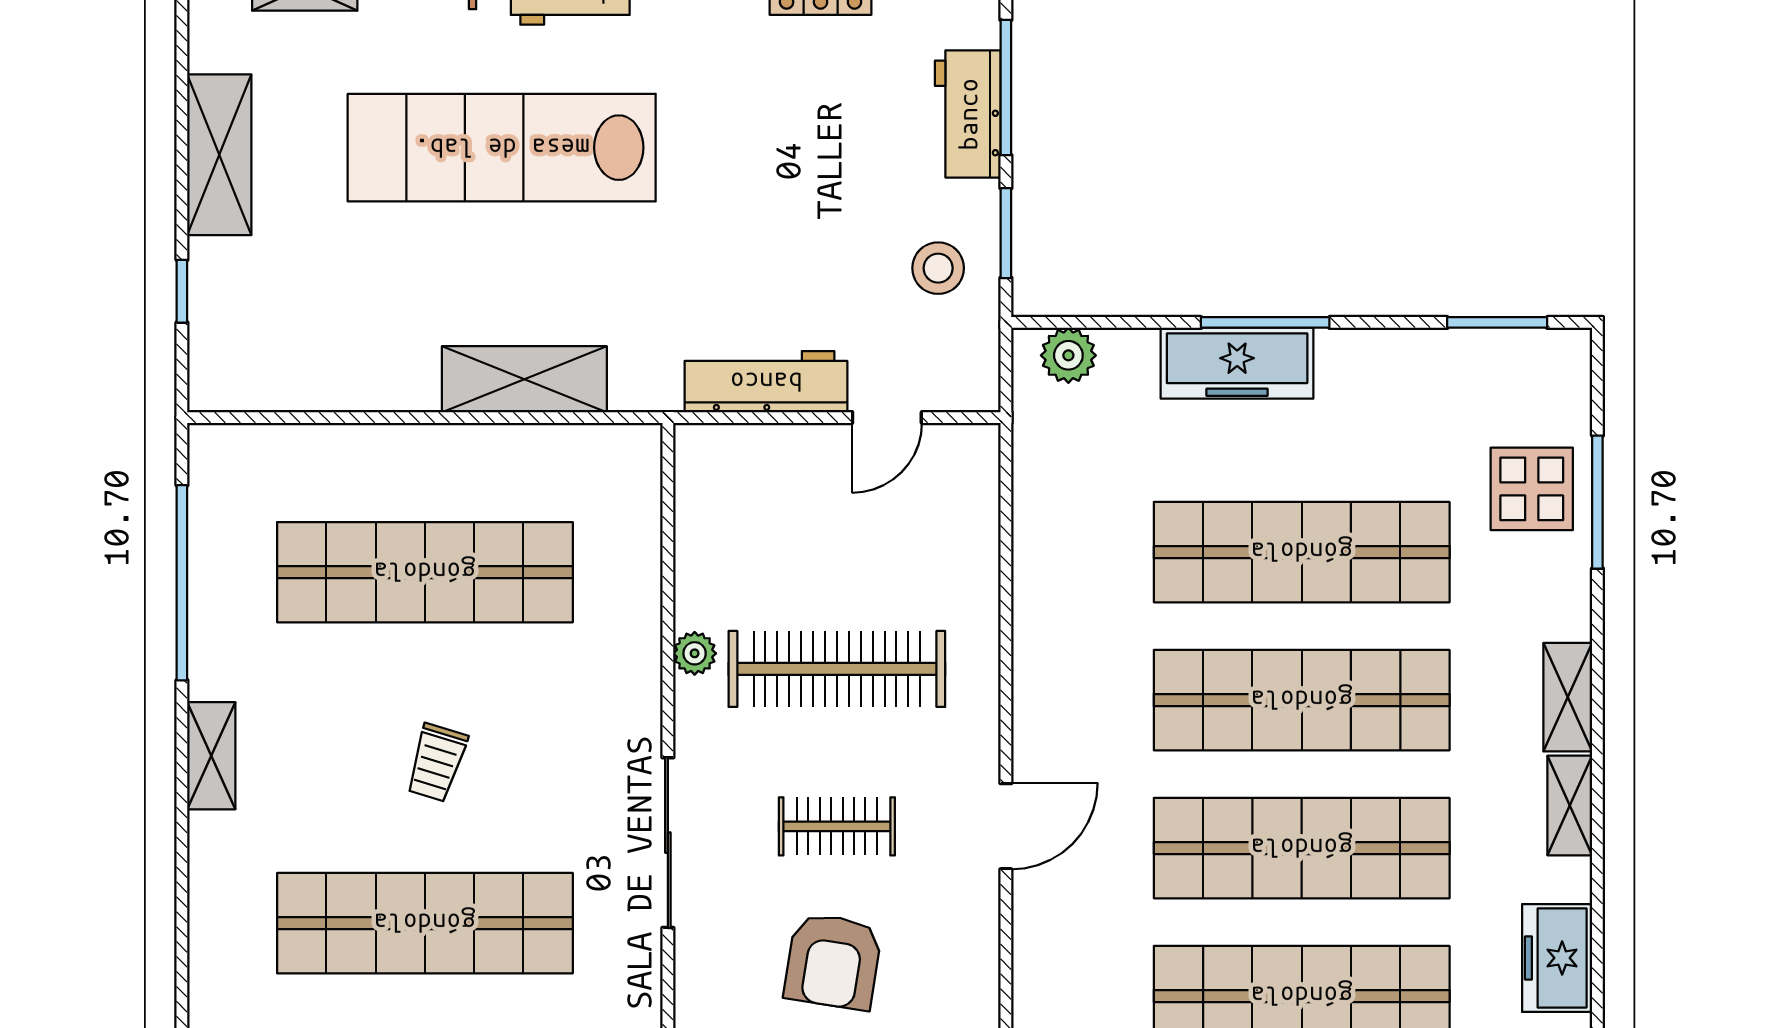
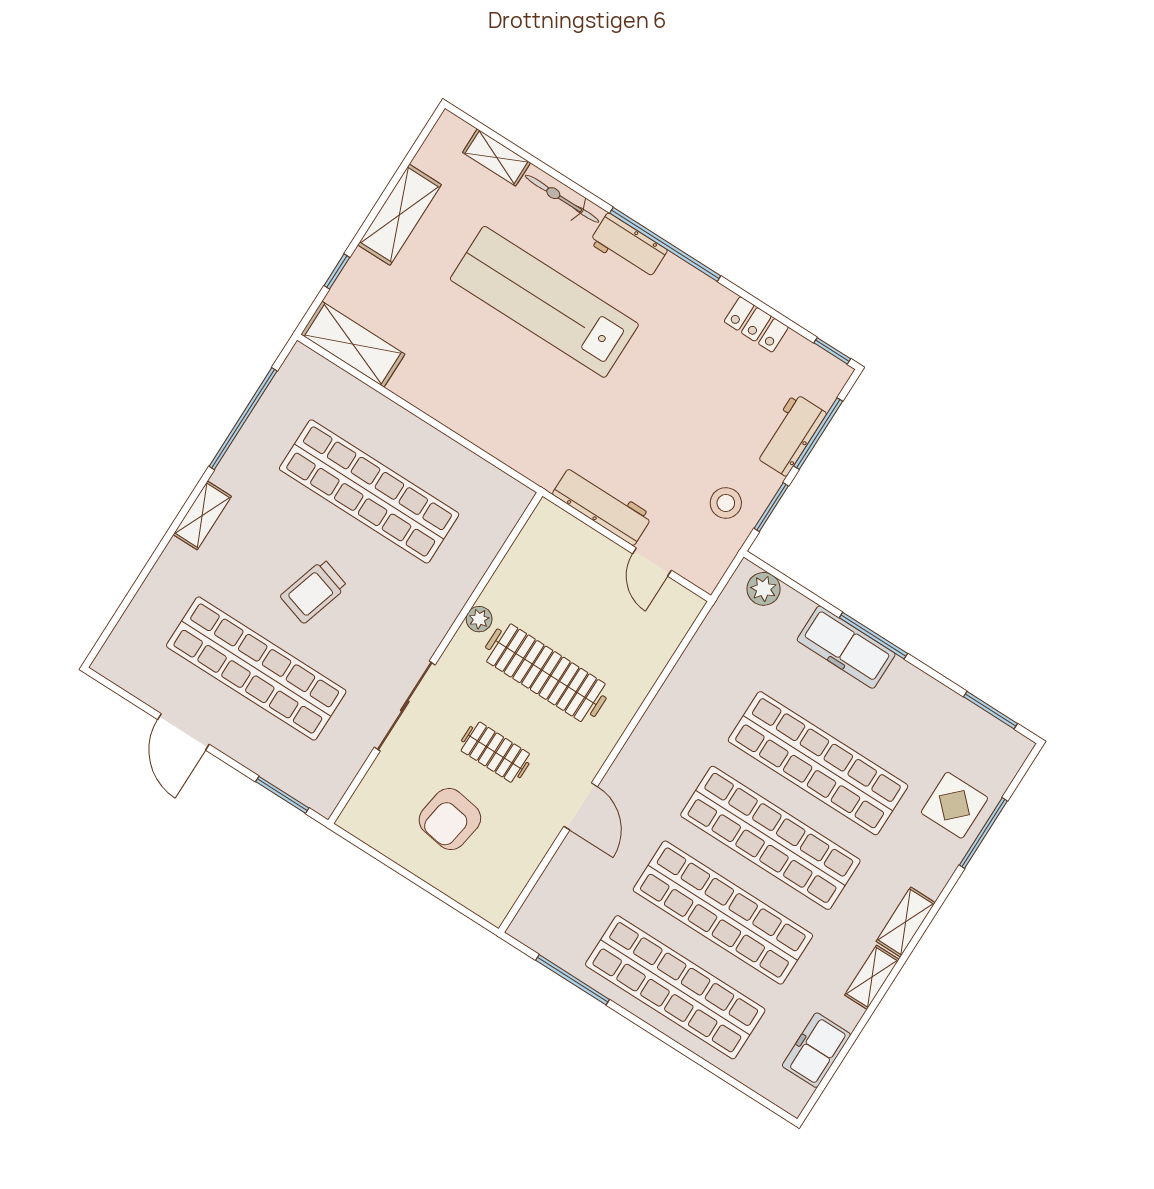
shelving: (524, 379) -> (353, 344), moved
door: (887, 418) -> (652, 562), hinge flipped
trolley: (437, 763) -> (314, 591), width x1.36, depth x1.39
door: (1006, 826) -> (581, 806), hinge flipped

